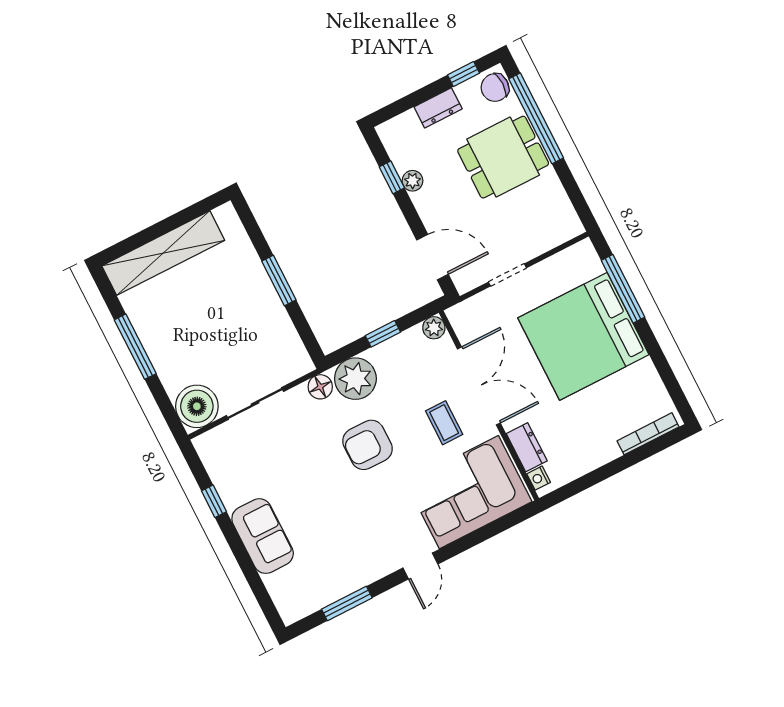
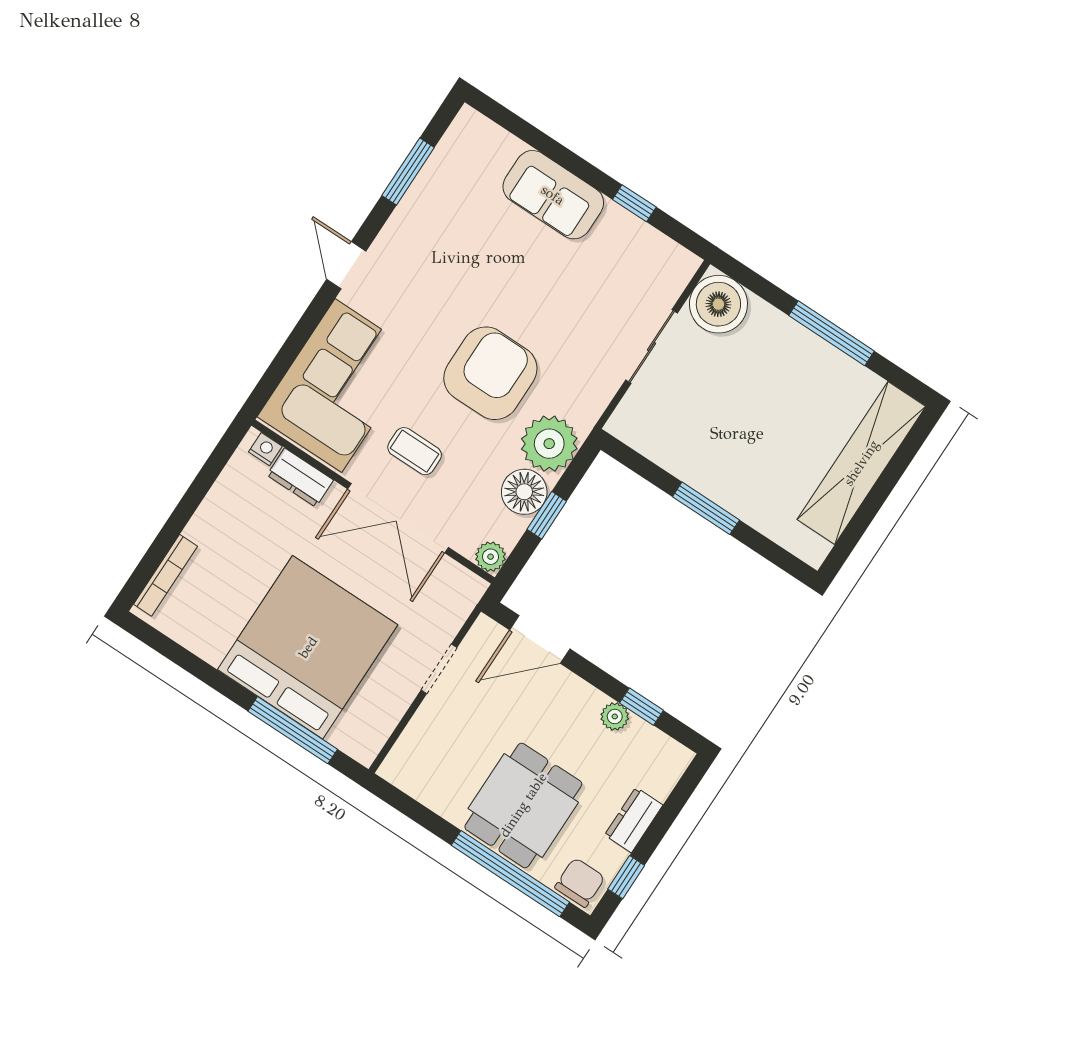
floor lamp: (320, 387) -> (524, 492), moved, width x1.38, depth x1.38
armchair: (367, 445) -> (490, 373), width x1.36, depth x1.36

